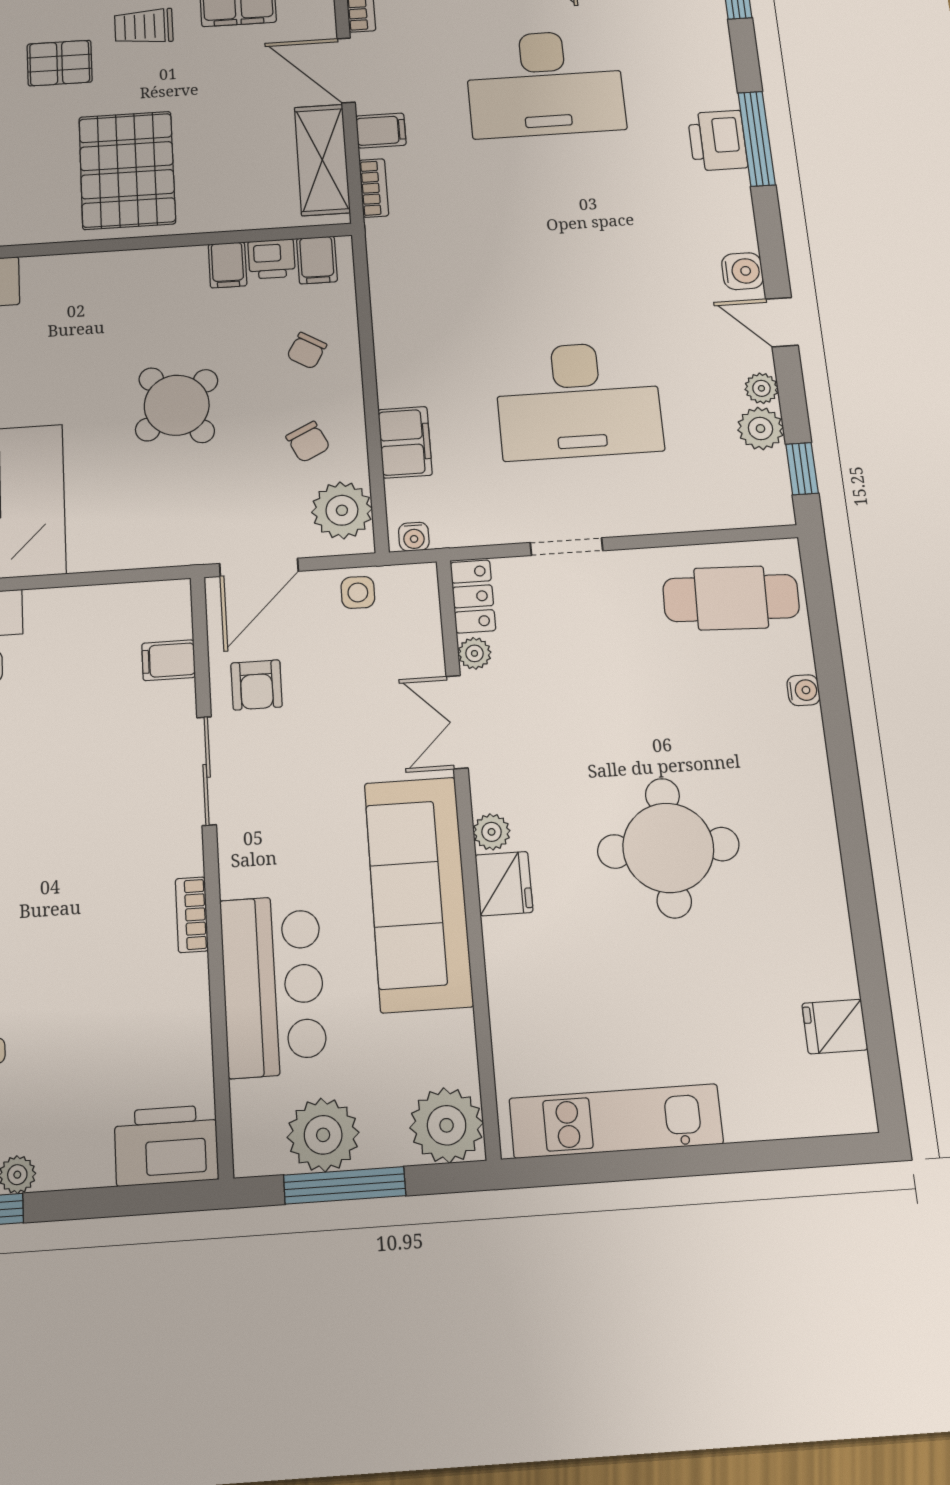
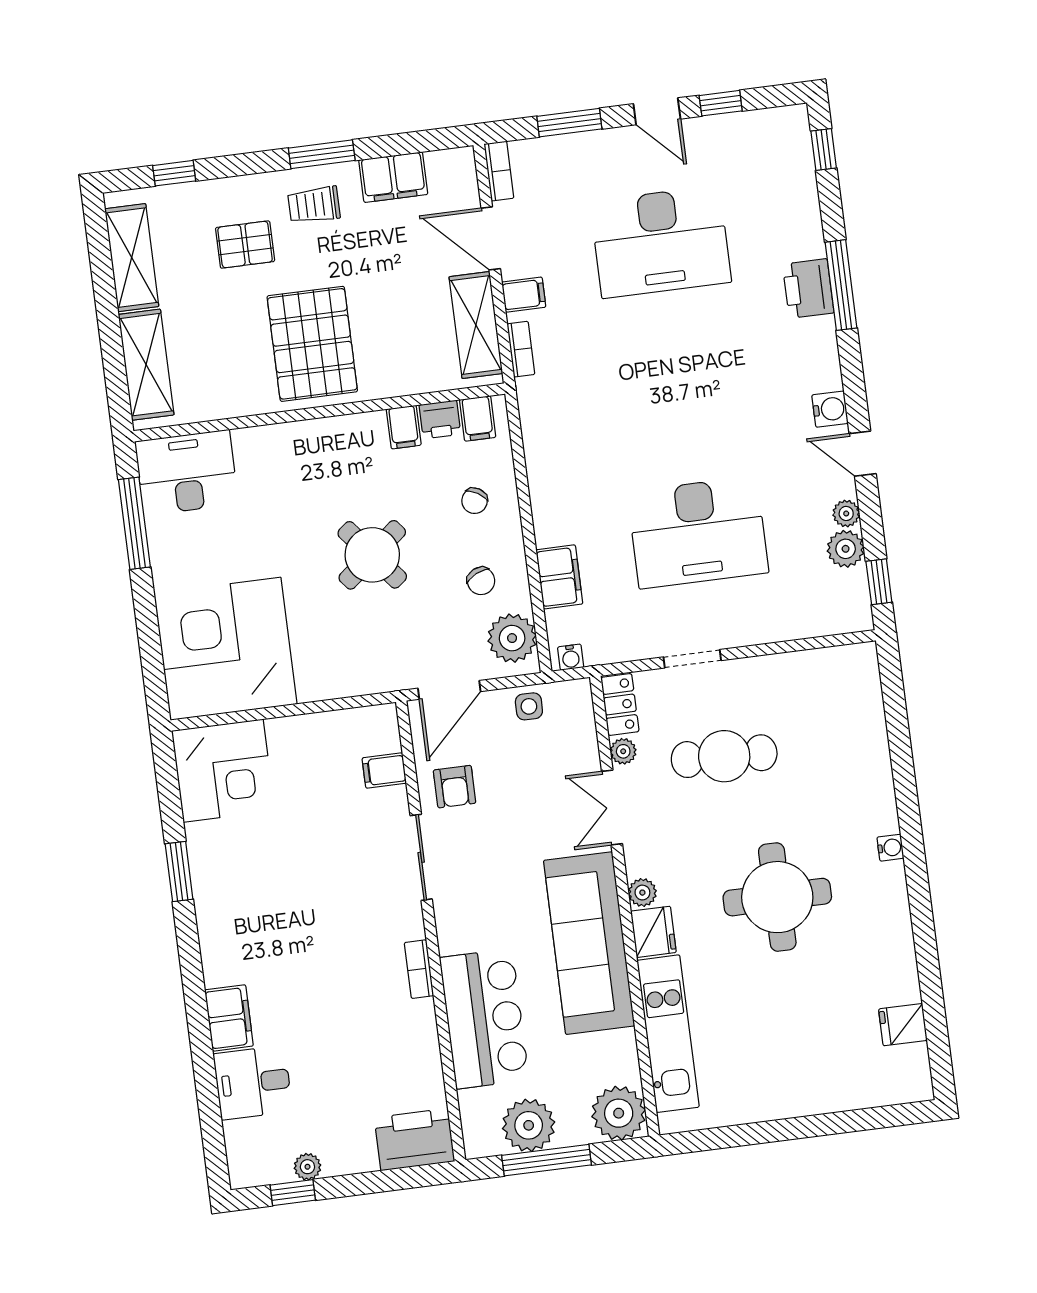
cafe table: (731, 598) -> (724, 756), moved
water cooler: (803, 690) -> (890, 848), moved
kitchen unit: (616, 1121) -> (668, 1034), moved, turned 90

